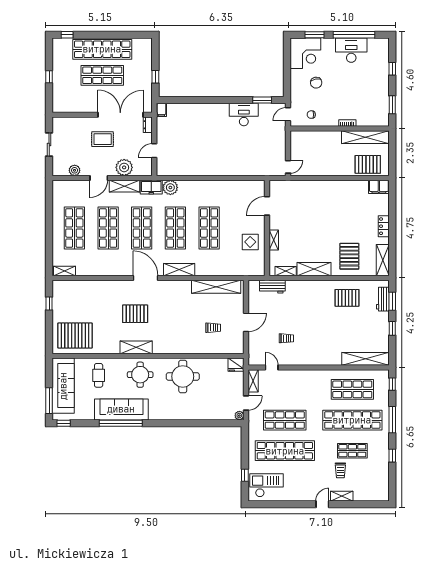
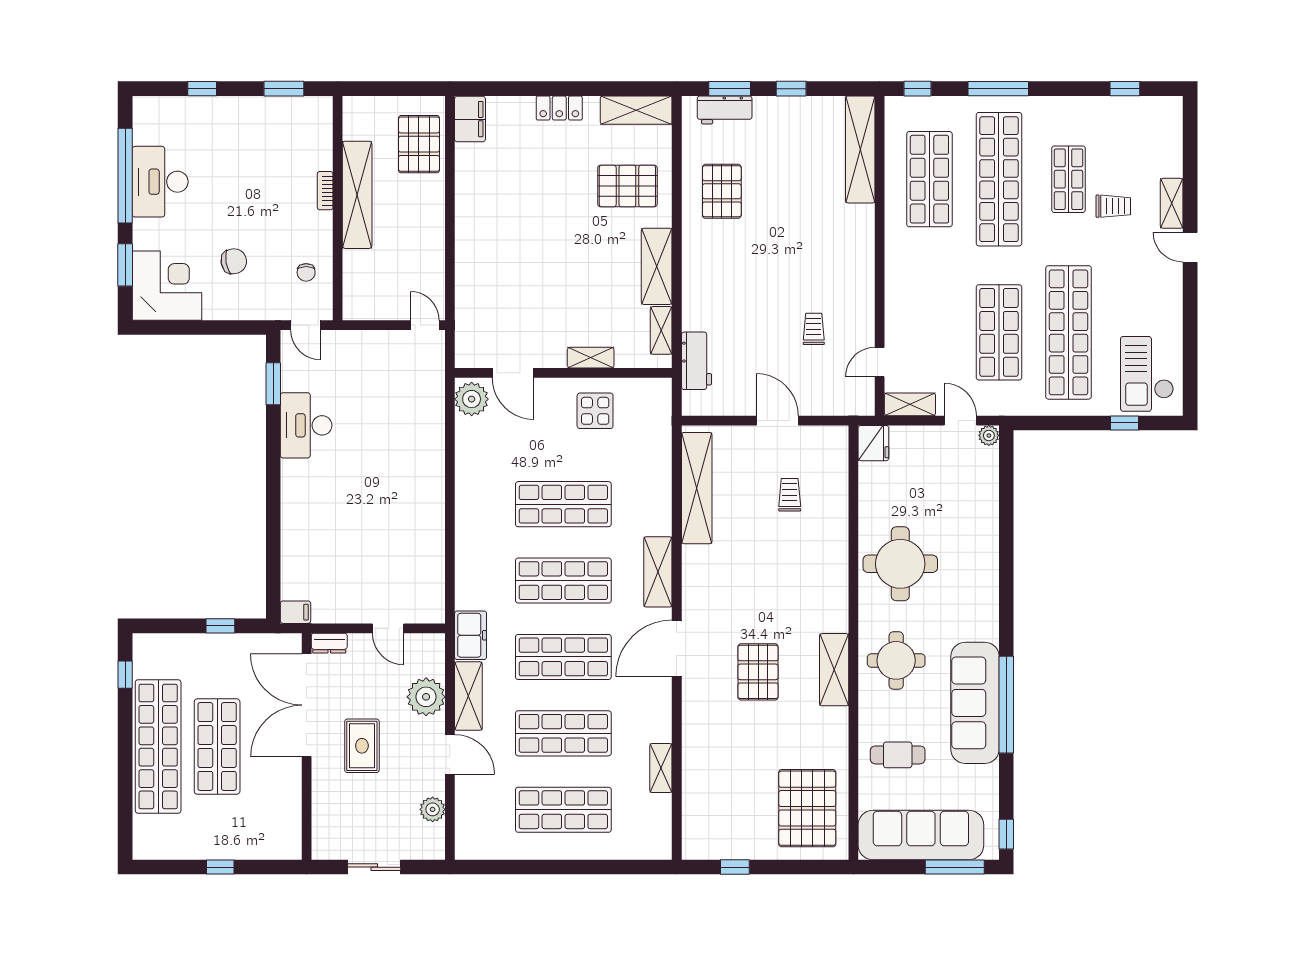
window: (67, 35) -> (125, 675), moved
shelving: (365, 137) -> (357, 195), moved
plant: (170, 187) -> (472, 399), moved
shelving: (64, 271) -> (661, 768), moved
window: (392, 456) -> (1125, 89), moved

